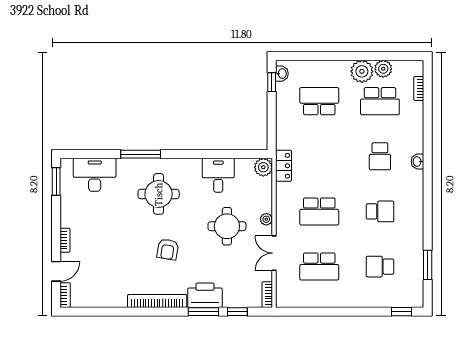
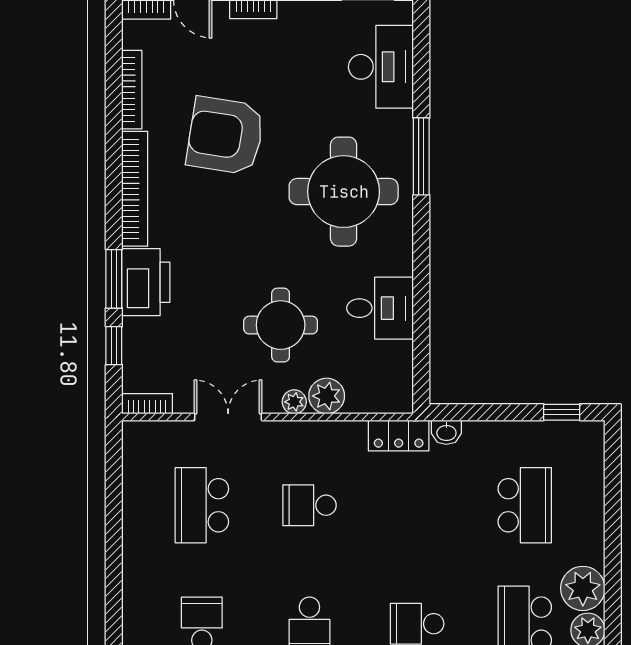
washbasin: (282, 74) -> (446, 432), moved
plant: (263, 167) -> (327, 396), moved
round table: (159, 194) -> (344, 192), width x1.36, depth x1.36
school desk: (319, 211) -> (309, 505), width x0.54
armchair: (168, 249) -> (225, 136), moved, width x1.88, depth x1.88
bookcase: (106, 302) -> (132, 90), added

